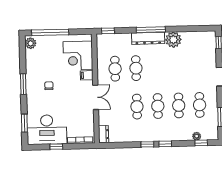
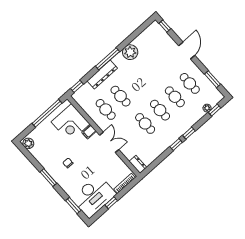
window: (50, 32) -> (47, 113), moved
dresser: (148, 38) -> (102, 75), moved

